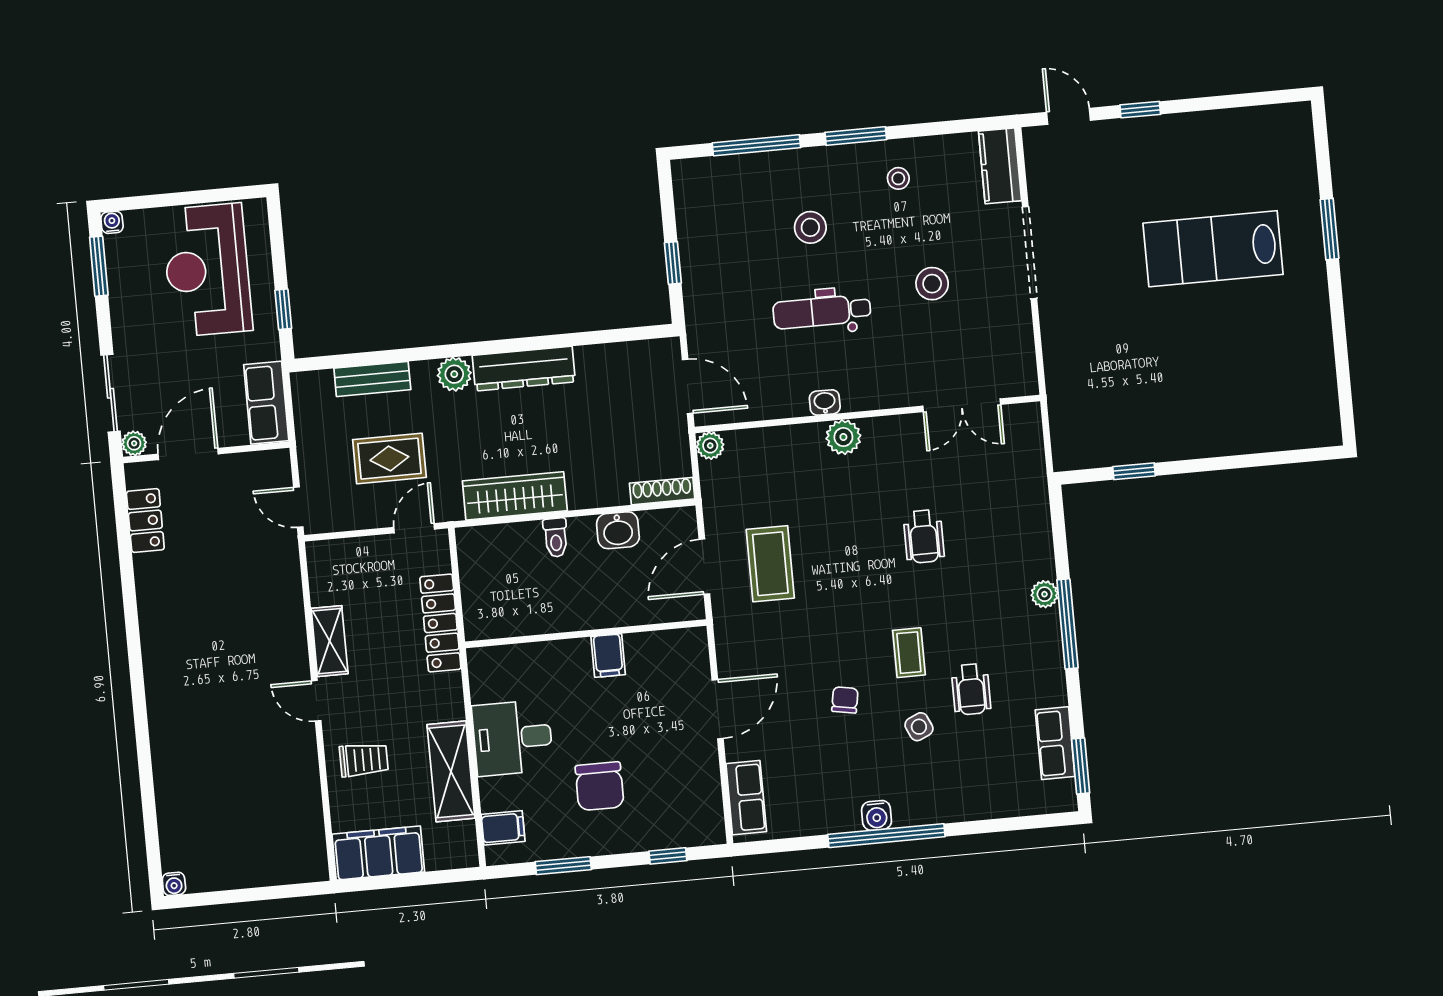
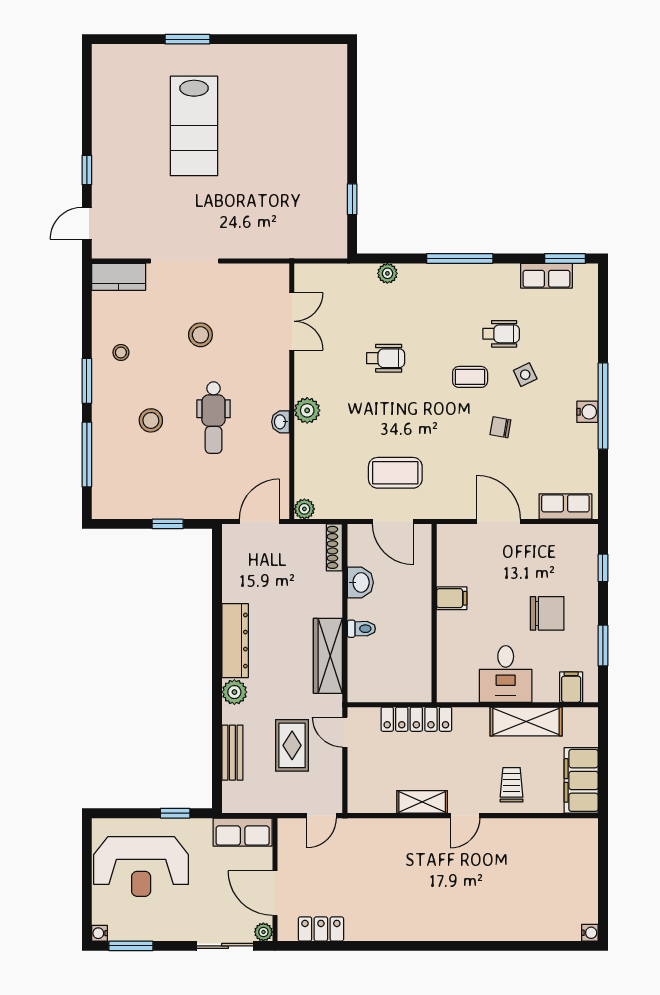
plant: (1044, 594) -> (387, 273), moved

